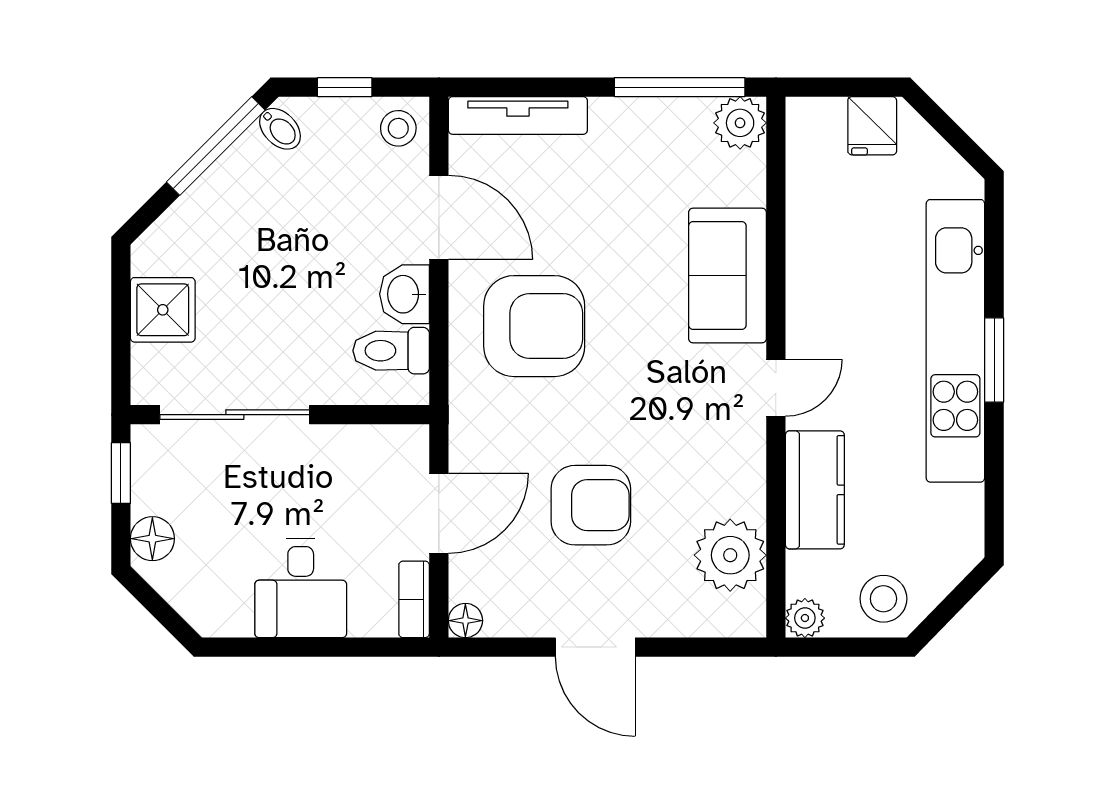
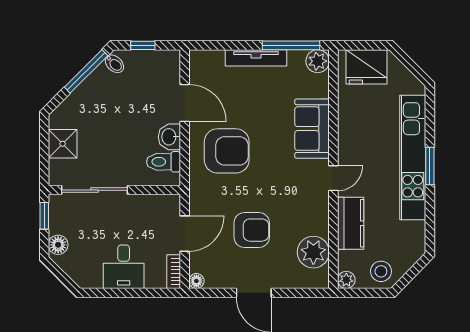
tv unit: (518, 115) -> (256, 58), moved
fridge: (872, 126) -> (366, 67), width x1.88, depth x1.34
stool: (398, 128) -> (167, 64), removed

